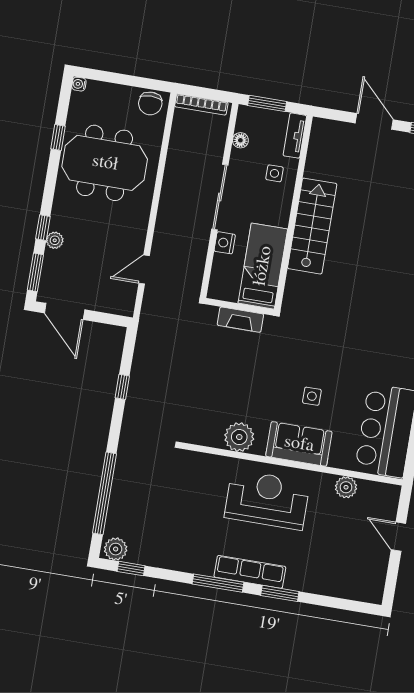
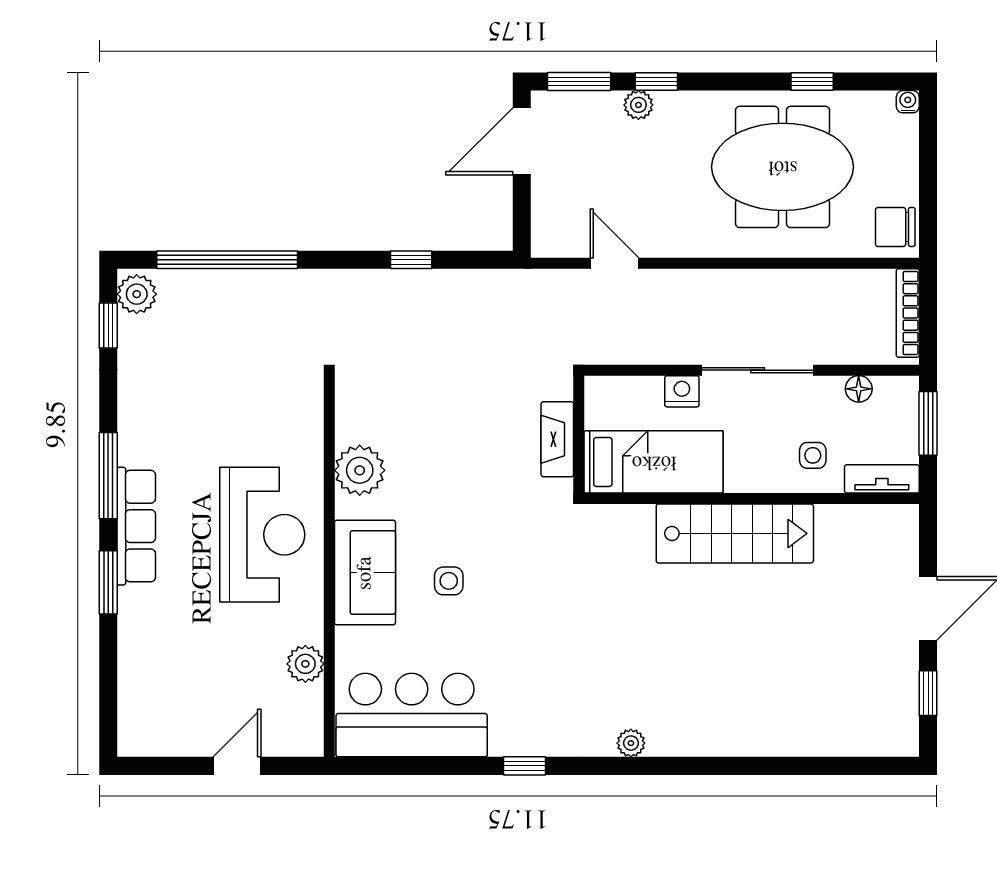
meeting table: (105, 163) -> (783, 167), turned 90

